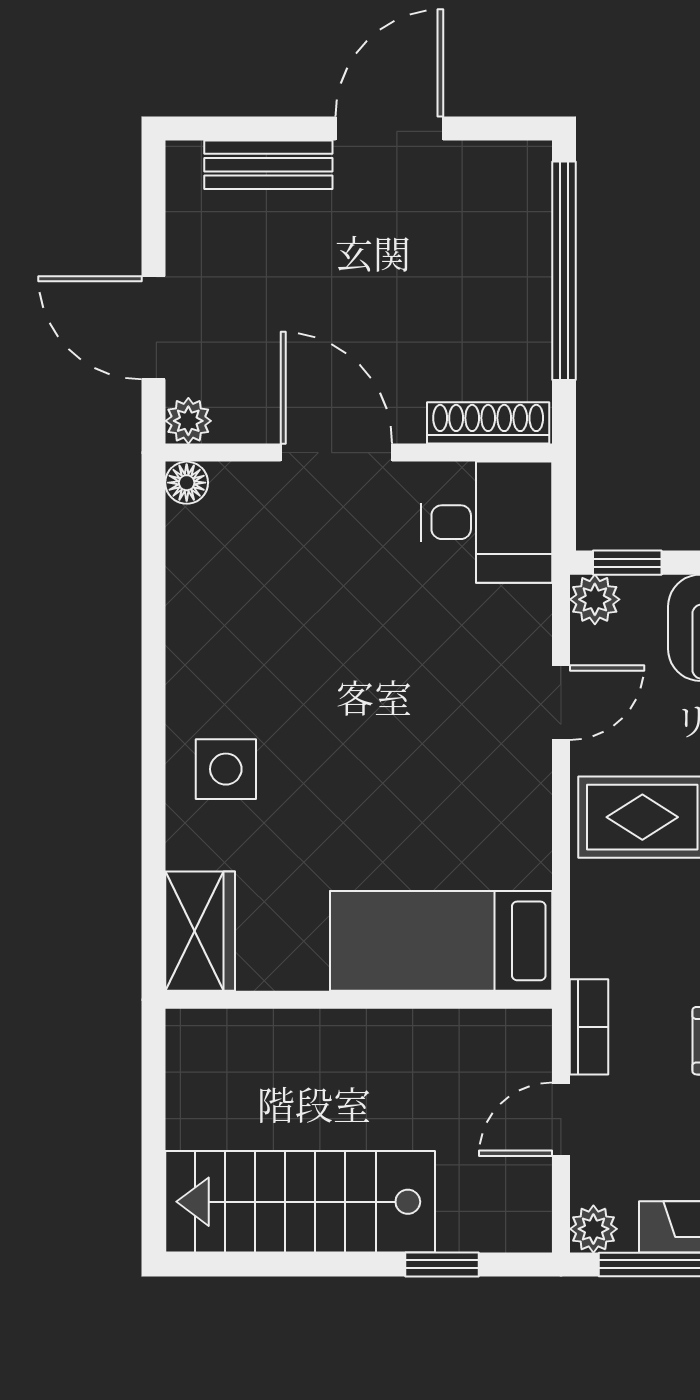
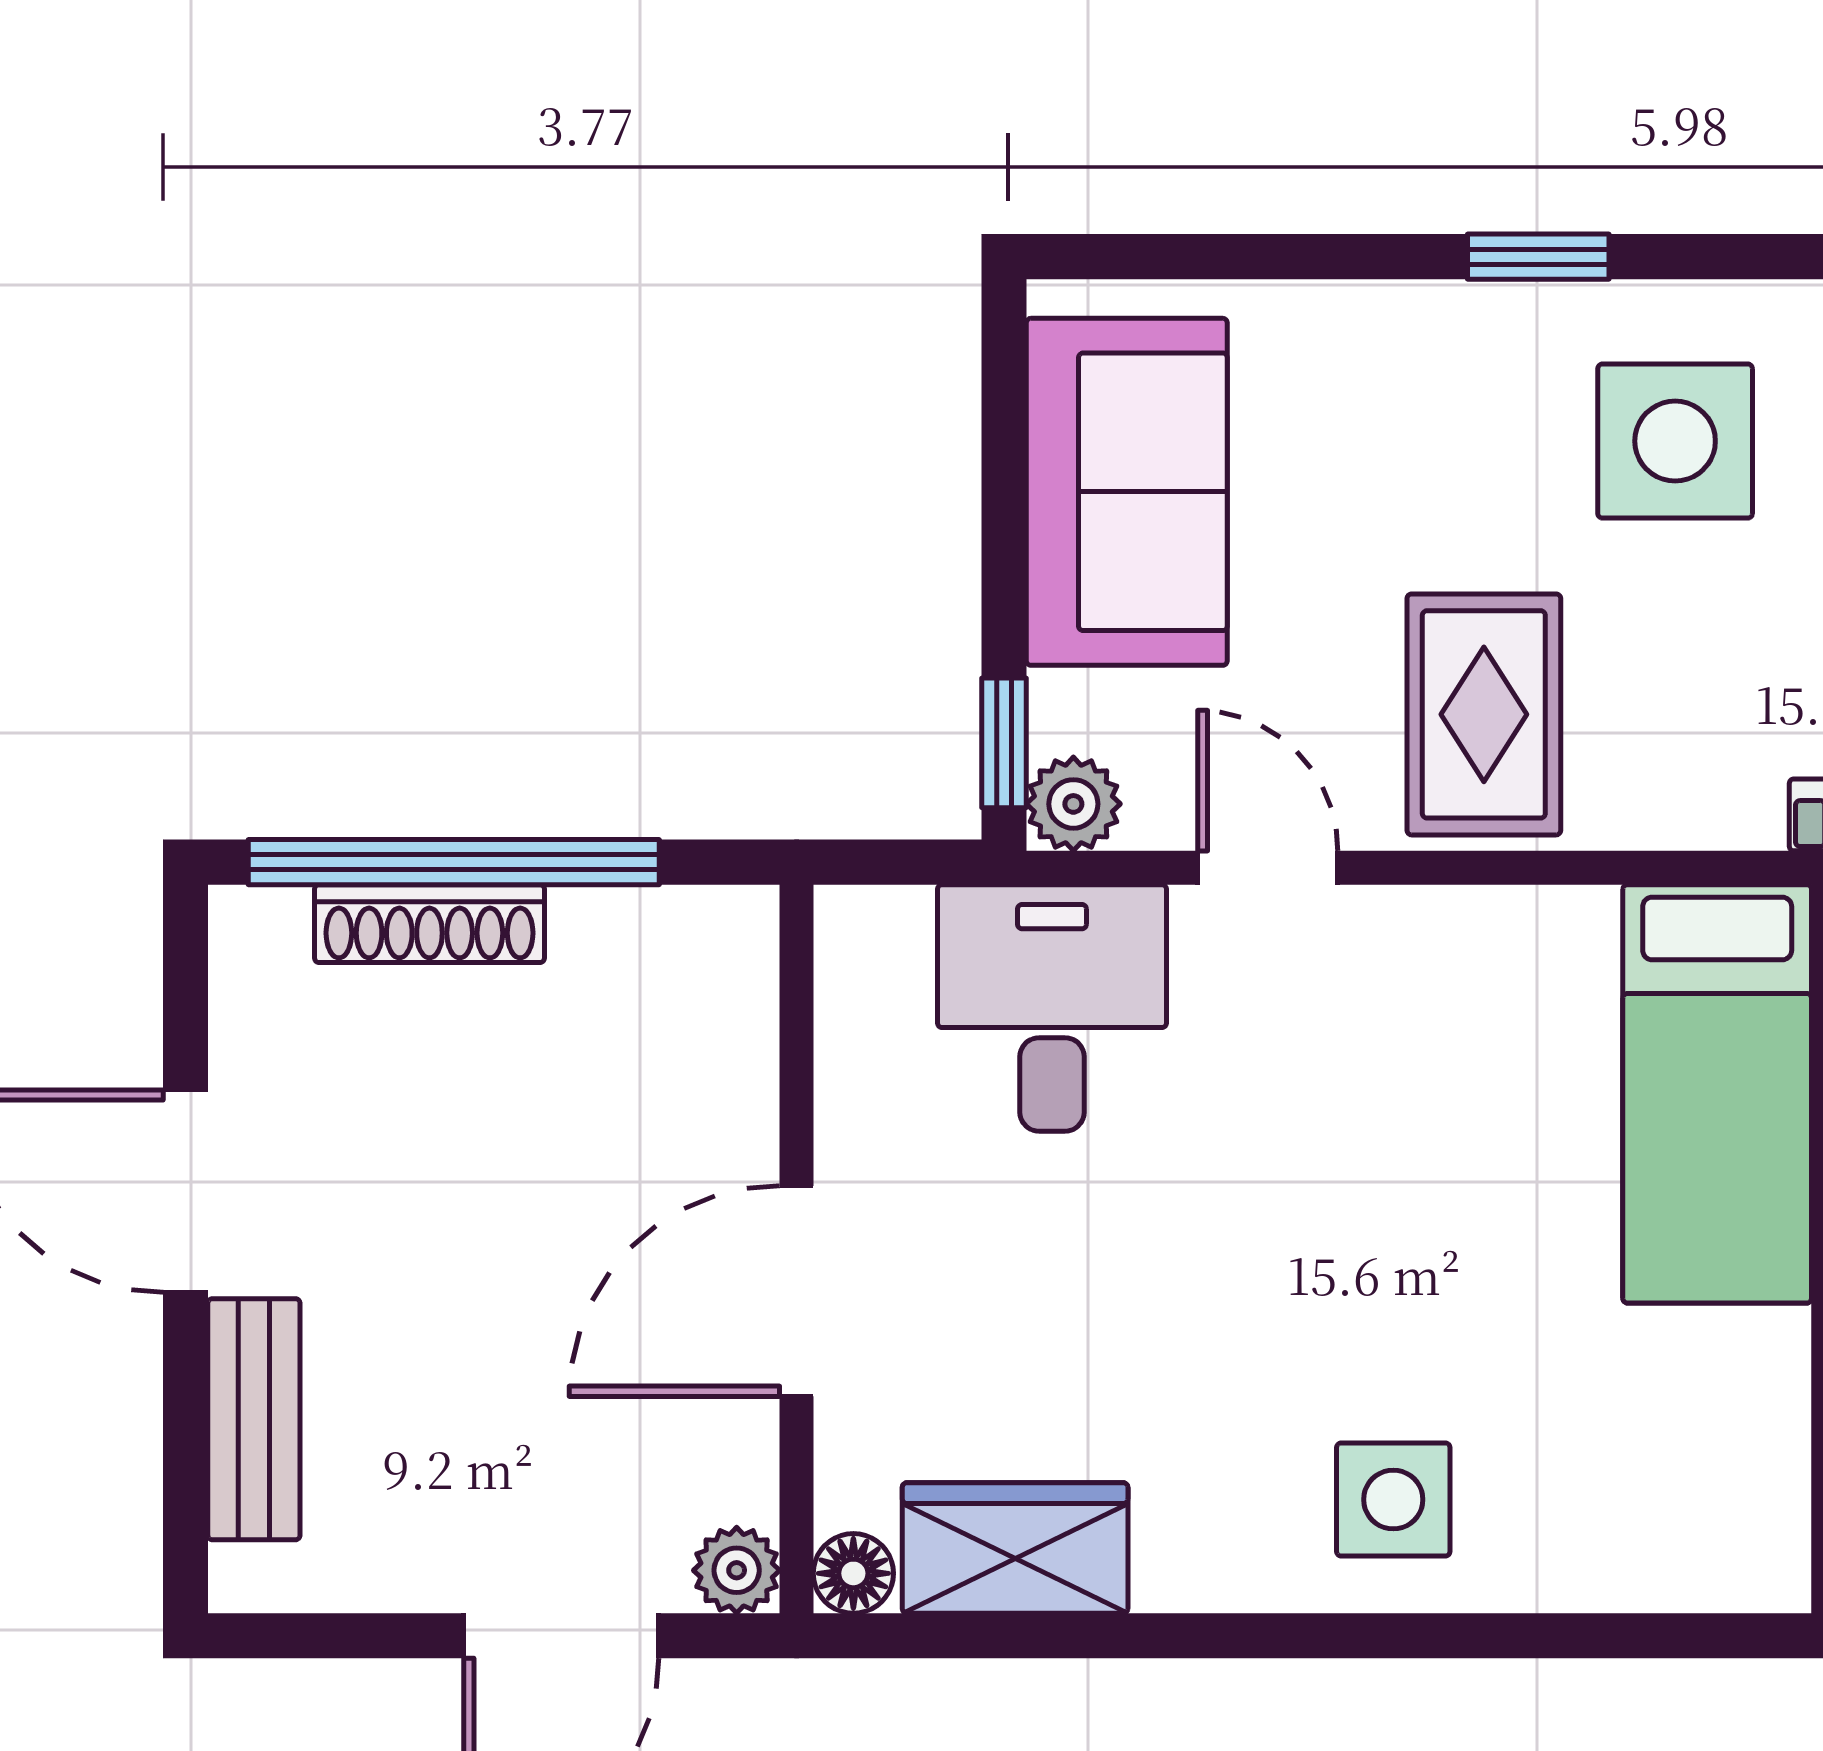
shoe rack: (488, 423) -> (429, 924), moved, turned -90
desk: (487, 522) -> (1052, 1008), moved
wardrobe: (200, 931) -> (1015, 1548), moved

